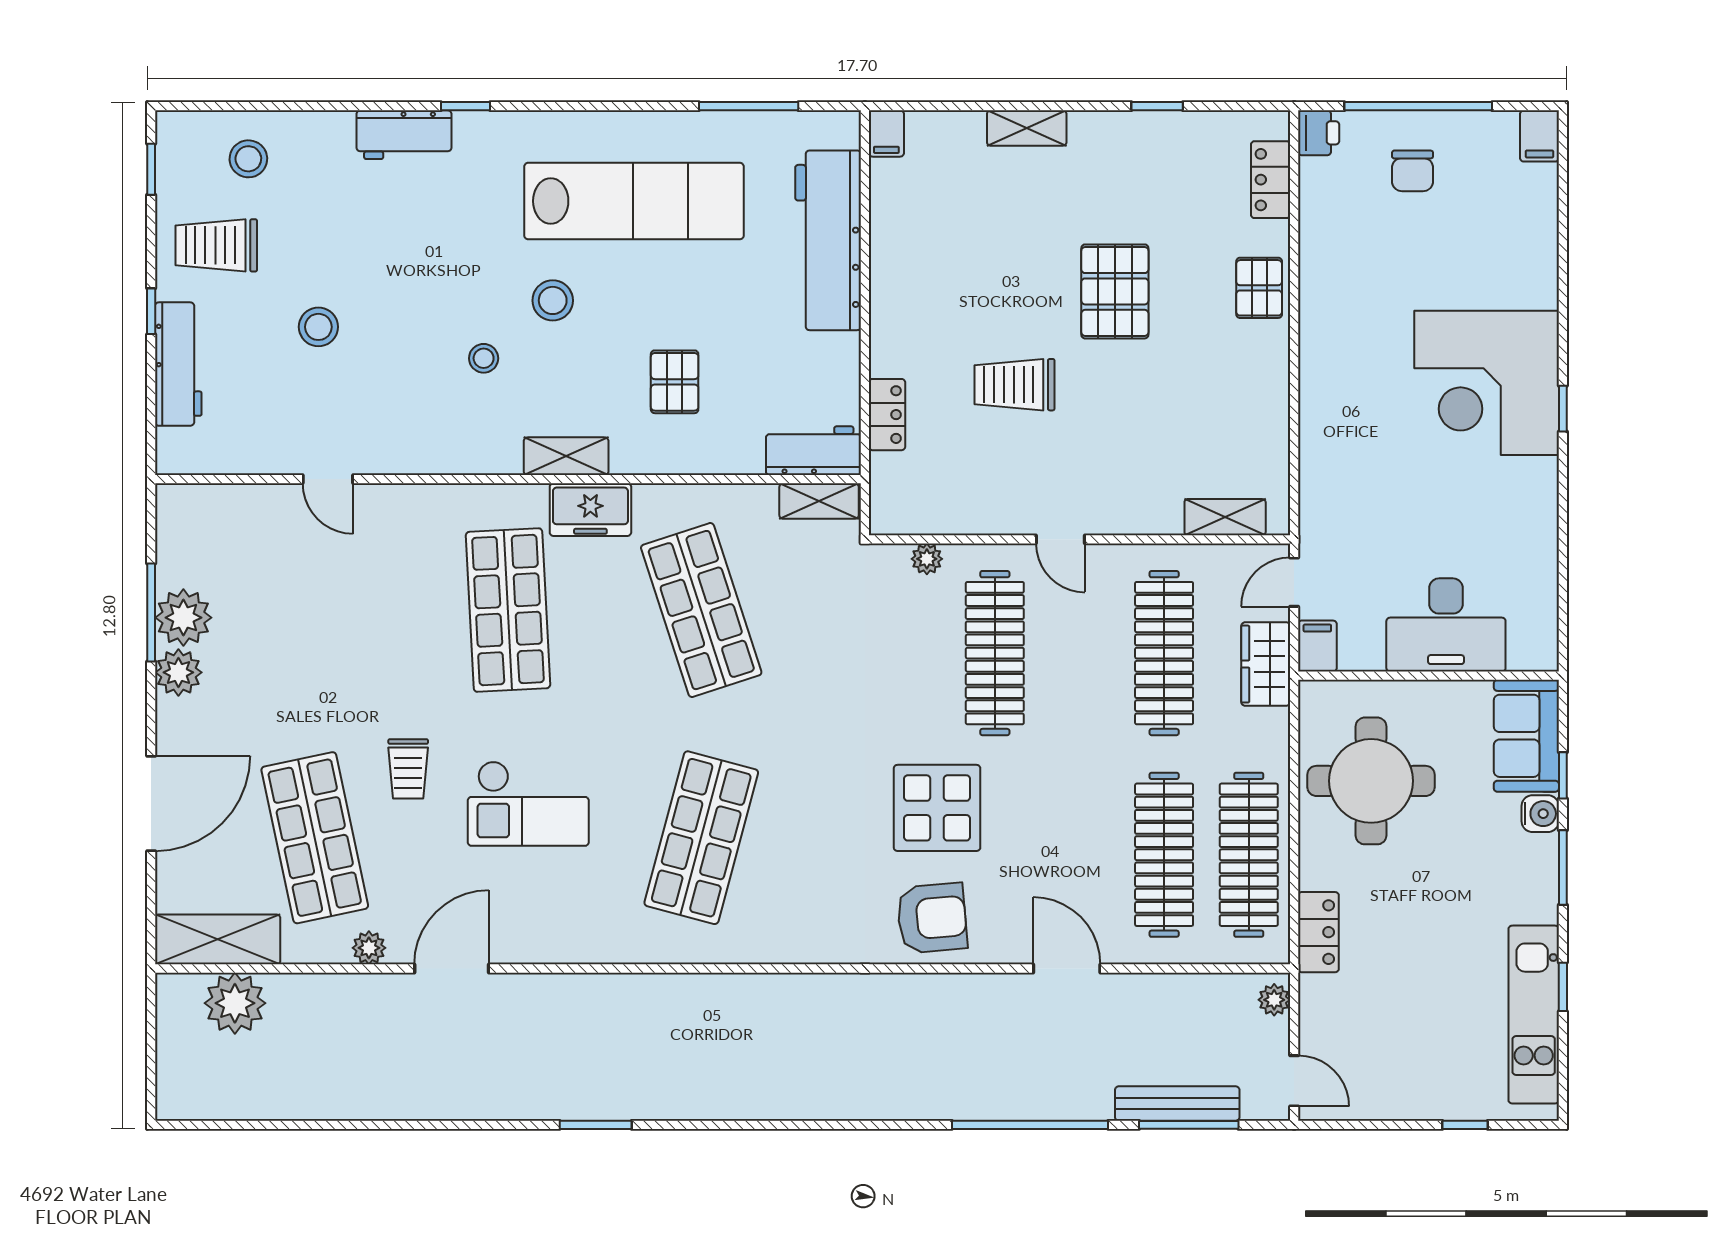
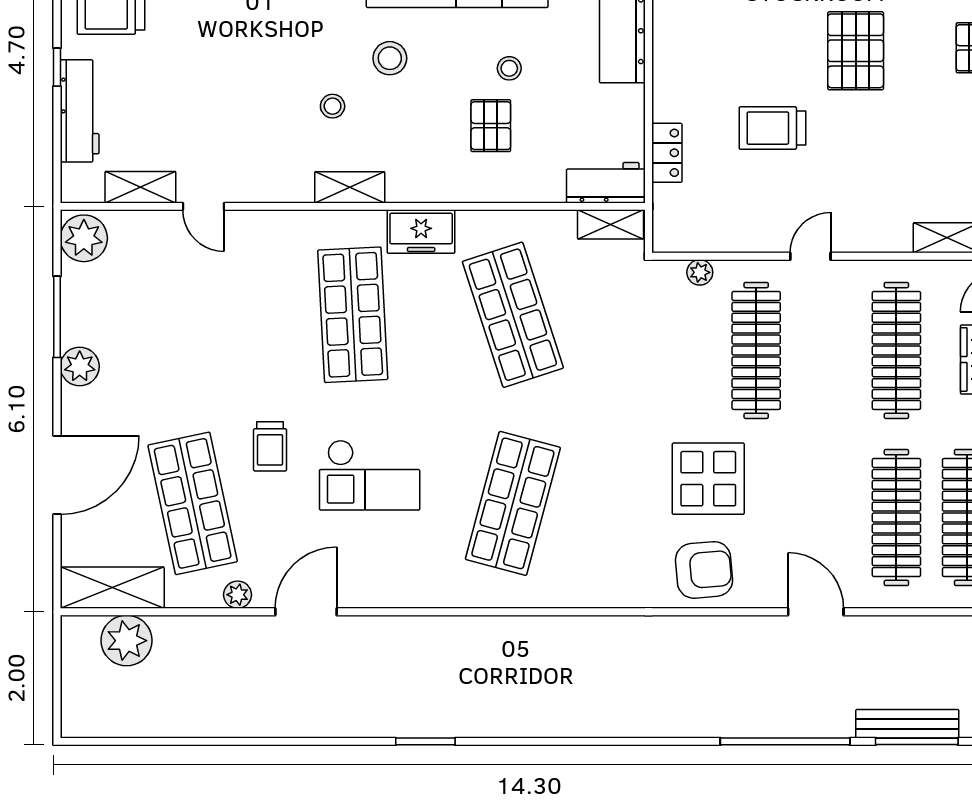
stool: (318, 327) -> (509, 68), moved, width x0.73, depth x0.73
shelving: (252, 456) -> (140, 187), added
shelving: (566, 456) -> (350, 187), moved
door: (1060, 539) -> (810, 256), swing flipped
plant: (183, 618) -> (84, 238), moved

